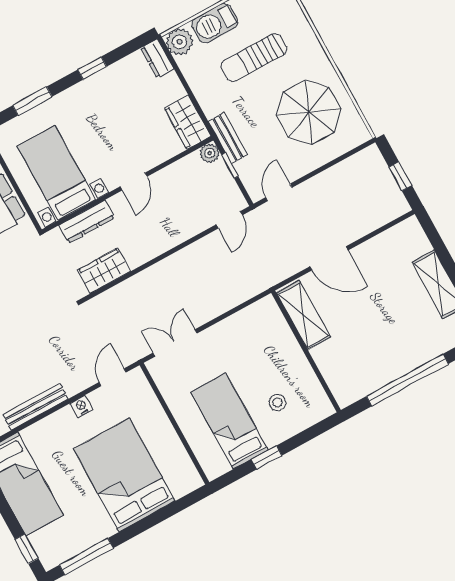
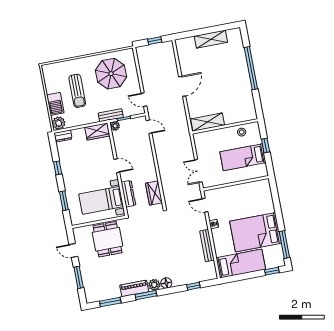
shelving: (304, 315) -> (208, 122), moved
wall: (306, 351) -> (225, 126), moved
bed: (124, 475) -> (255, 232), moved

